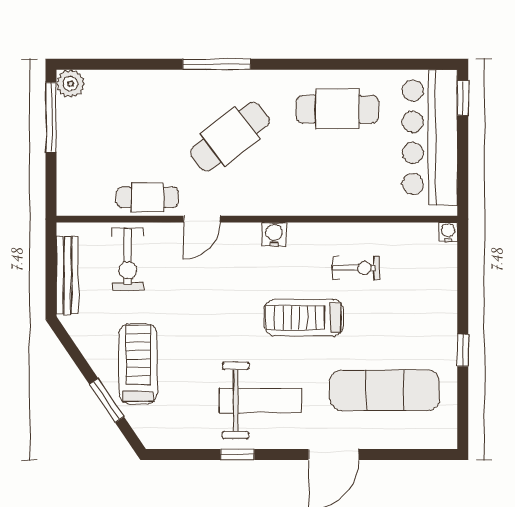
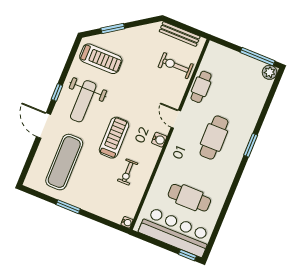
window: (217, 64) -> (251, 145), width x0.69
cafe table: (337, 109) -> (189, 198), moved, turned 90
cafe table: (230, 136) -> (214, 138), turned 38
door: (202, 219) -> (176, 119), moved
window: (463, 350) -> (68, 207), width x1.50
treadmill: (138, 364) -> (101, 59), moved
window: (237, 455) -> (57, 92), moved

